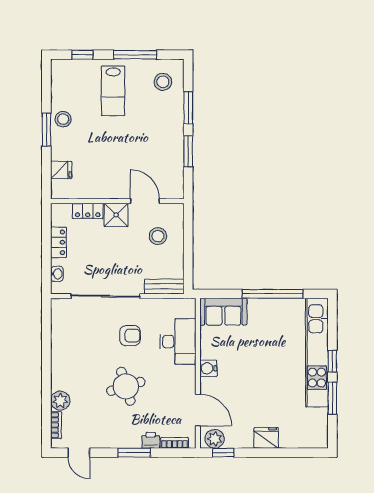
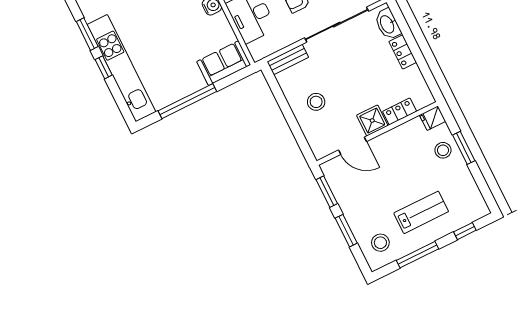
lab bench: (113, 91) -> (421, 212), turned 90
stool: (63, 119) -> (443, 150), moved
wall: (117, 201) -> (377, 133), moved
door: (145, 201) -> (353, 146), moved
locker: (88, 211) -> (400, 111), moved
shower: (116, 215) -> (372, 121), moved
washbasin: (57, 274) -> (388, 24), width x1.91, depth x1.45

